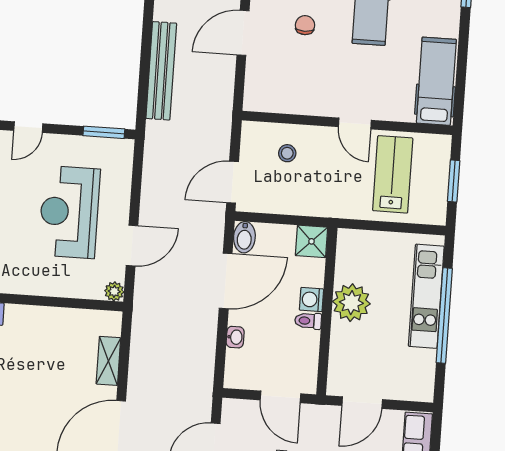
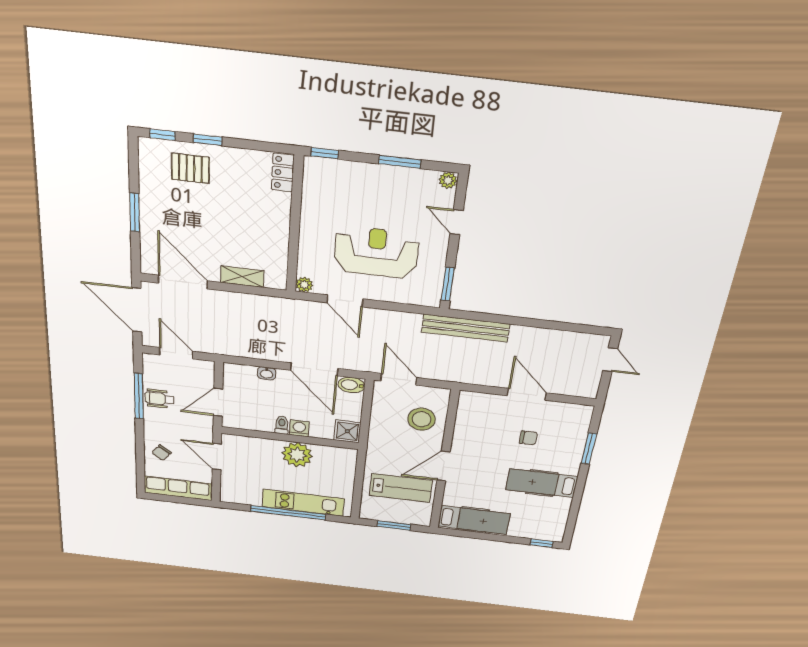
bench: (161, 71) -> (466, 328), moved
door: (355, 123) -> (444, 466), width x1.38
stool: (287, 153) -> (422, 419), width x1.89, depth x1.89

